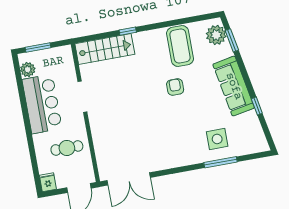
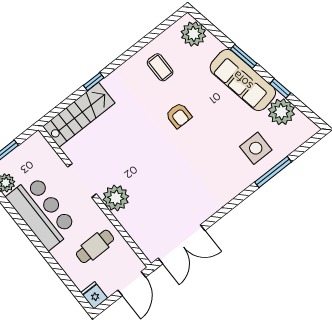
window: (232, 40) -> (244, 56), moved
coffee table: (180, 46) -> (160, 67), width x0.54, depth x0.58
armchair: (175, 87) -> (179, 115), turned 180
plant: (100, 122) -> (116, 198), added
plant: (249, 123) -> (281, 112), added

